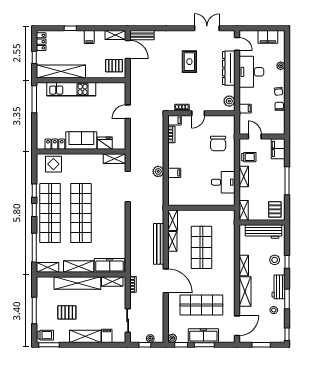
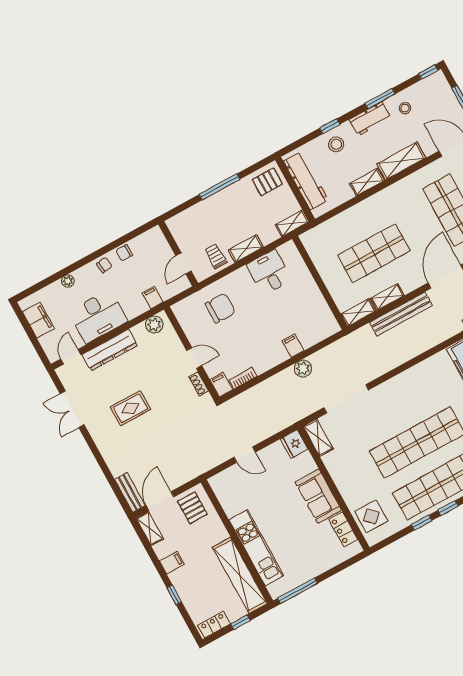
fridge: (105, 143) -> (294, 444), moved
filing cabinet: (278, 149) -> (183, 223), removed

